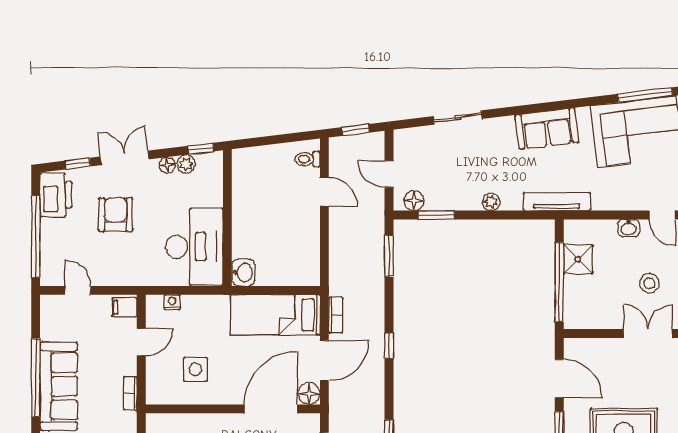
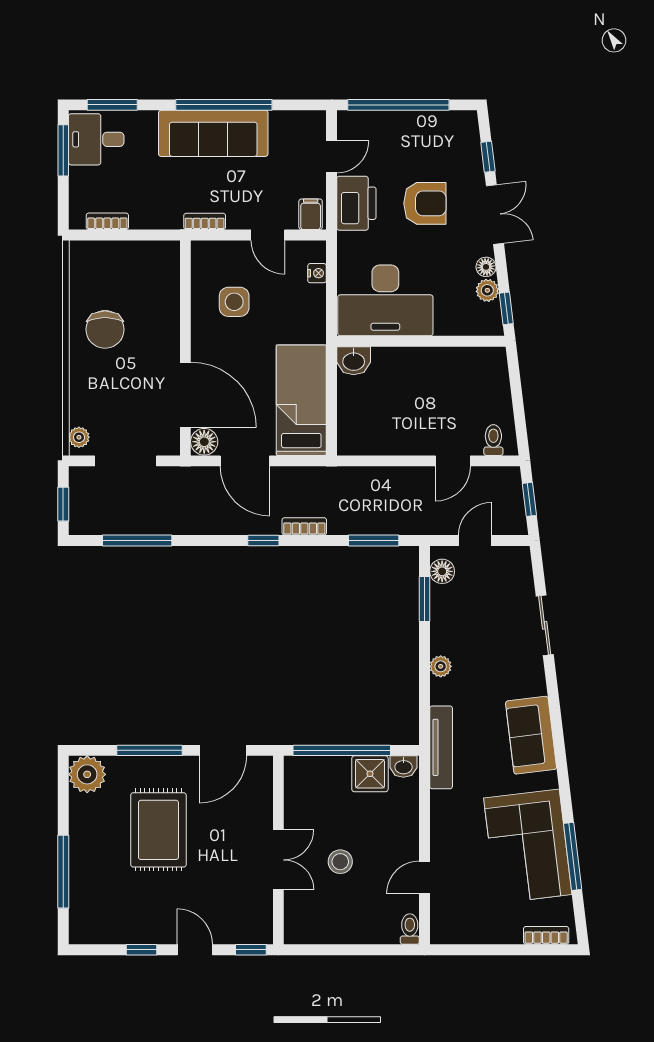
printer: (56, 195) -> (356, 203), moved, turned -90
washbasin: (628, 228) -> (403, 767), moved, turned -90
bookcase: (336, 315) -> (304, 526), moved, turned 180

